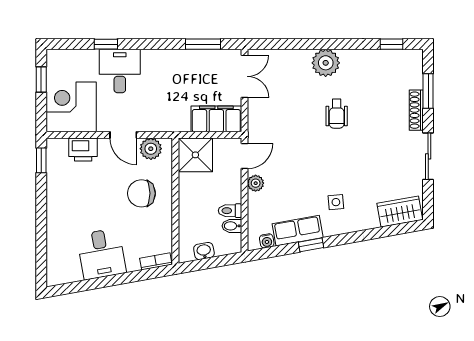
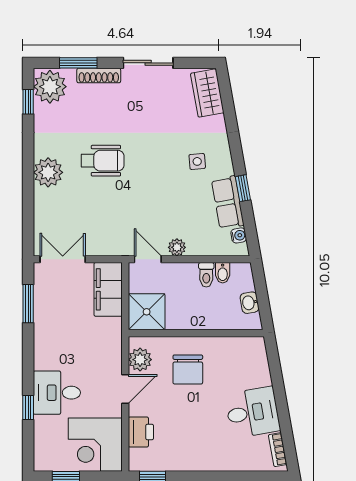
plant: (406, 65) -> (50, 87), added
wheelchair: (337, 114) -> (102, 161), width x1.36, depth x1.37
bookcase: (156, 261) -> (278, 450), moved

